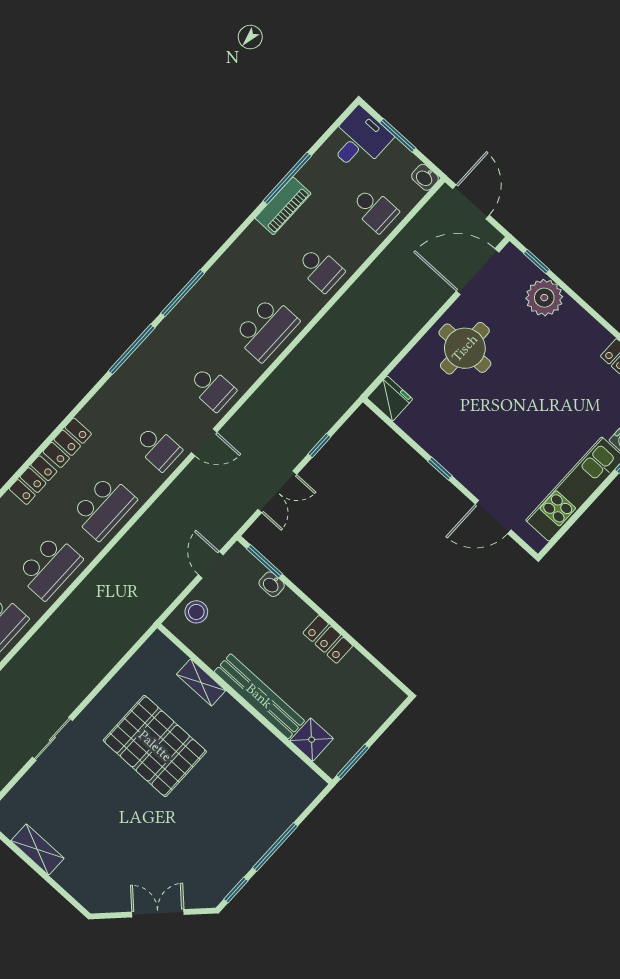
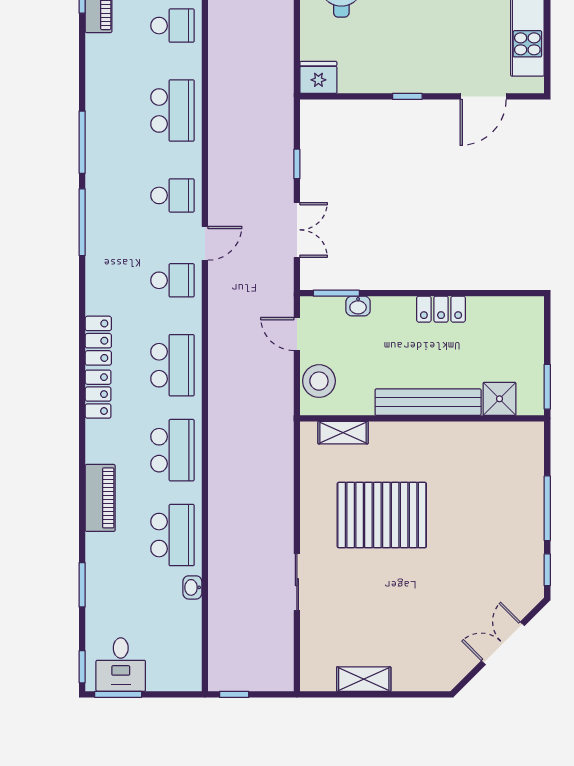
stool: (196, 612) -> (319, 381), width x1.38, depth x1.38
shelving: (201, 682) -> (343, 433), moved

